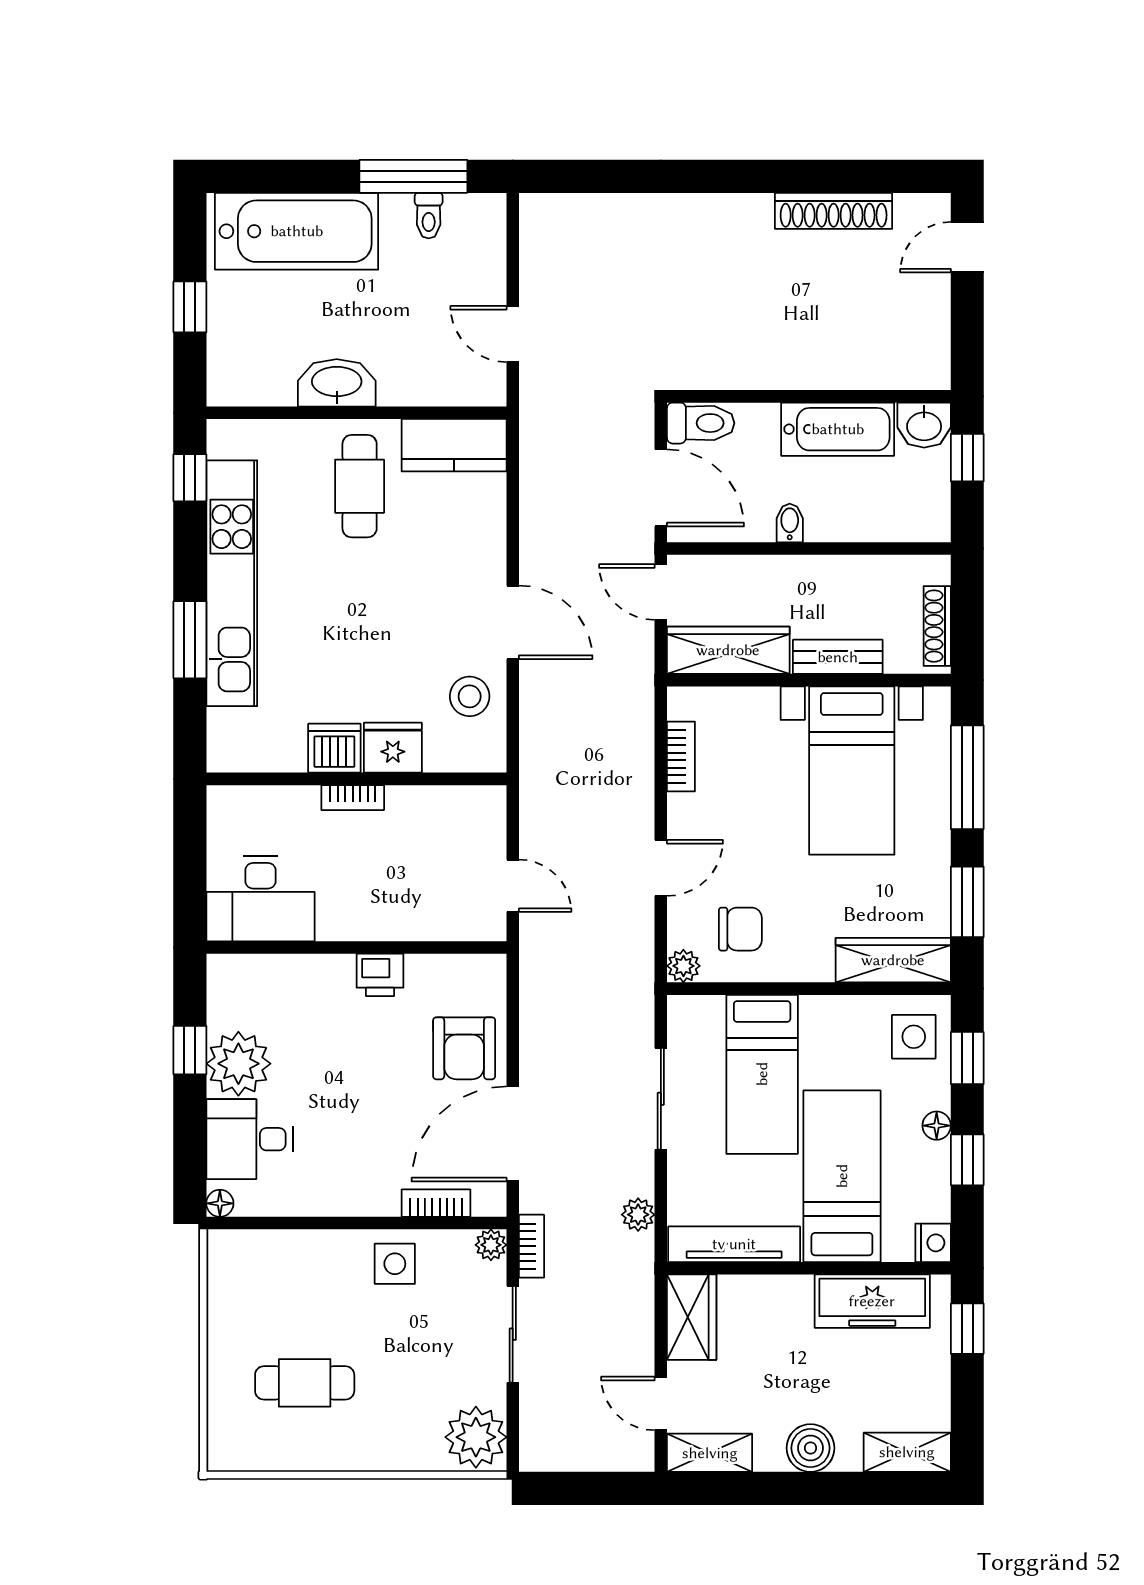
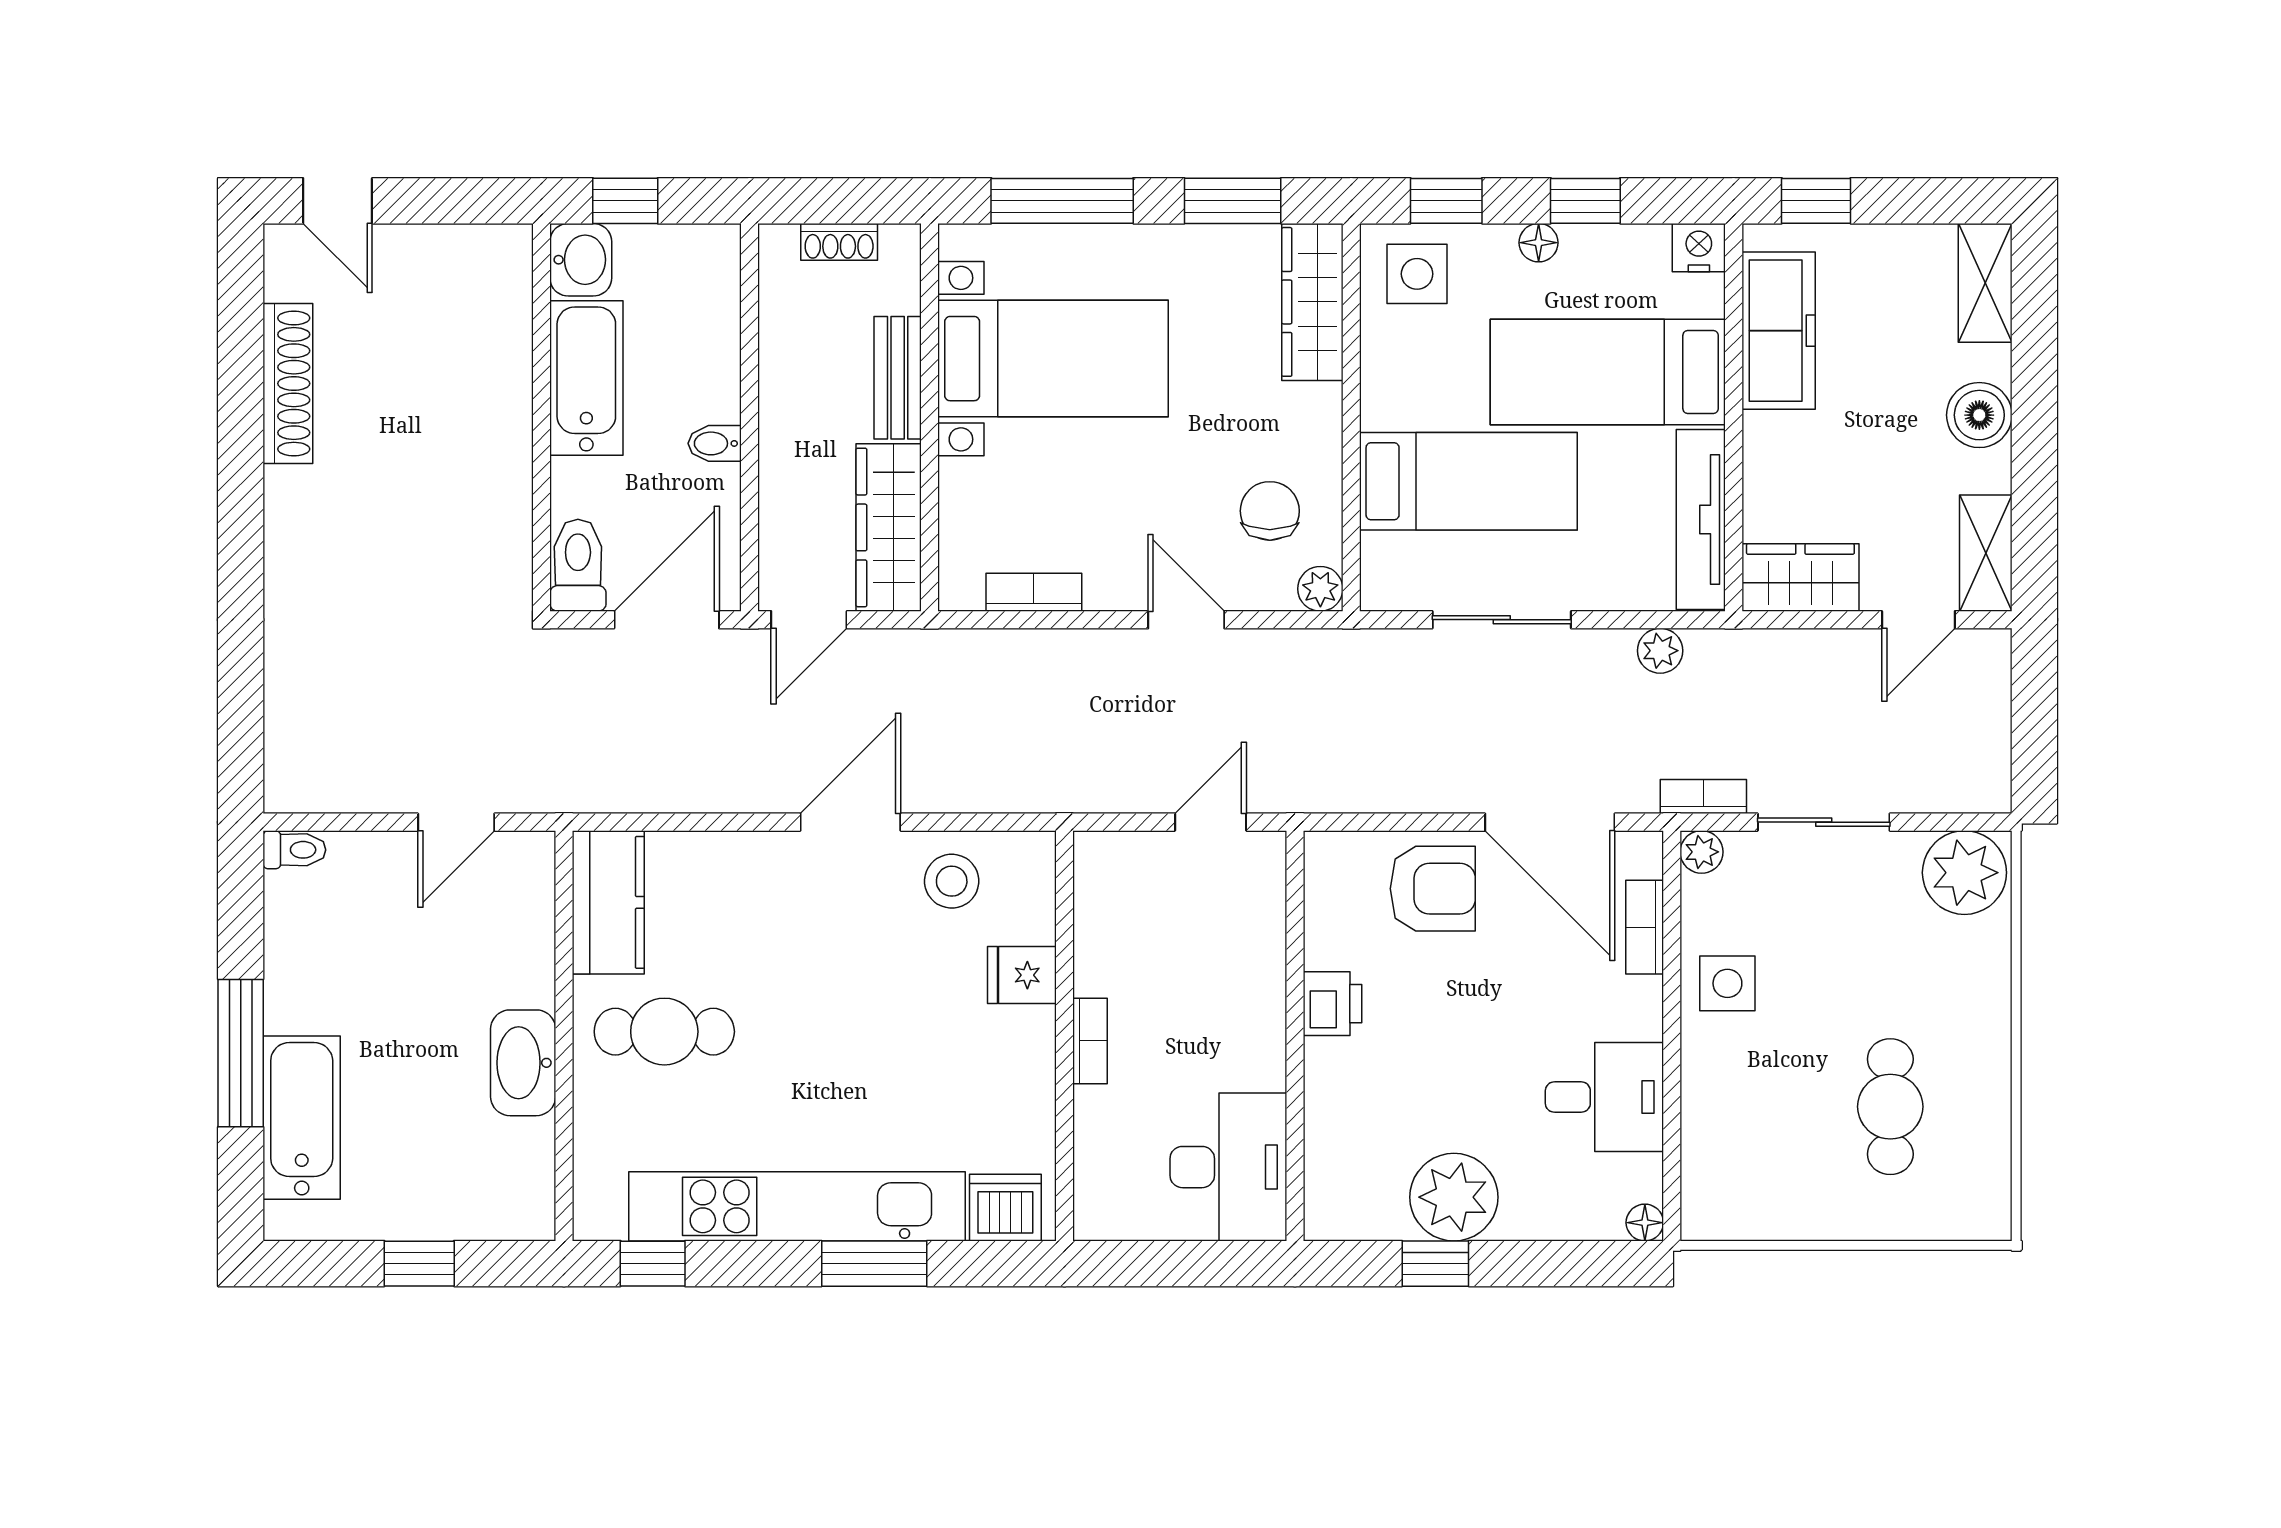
window: (413, 176) -> (241, 1053), moved
toilet: (429, 216) -> (294, 850), moved
bathtub: (297, 231) -> (302, 1118), width x0.73, depth x0.73
shoe rack: (937, 626) -> (839, 242), width x0.70
dishwasher: (334, 748) -> (1005, 1208), moved, turned 90
fridge: (393, 748) -> (1022, 975), width x0.72
desk: (249, 1139) -> (1604, 1097), moved, turned -90

